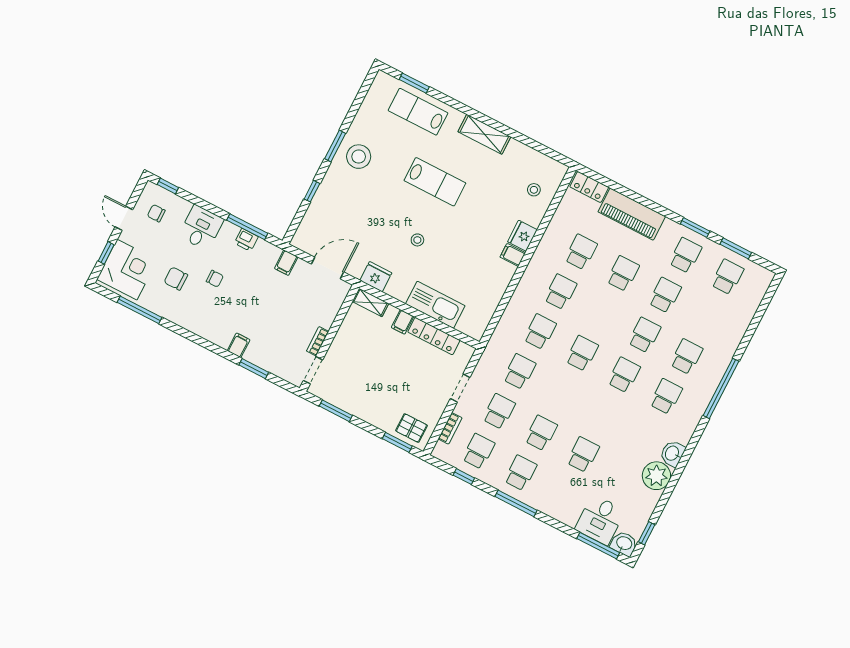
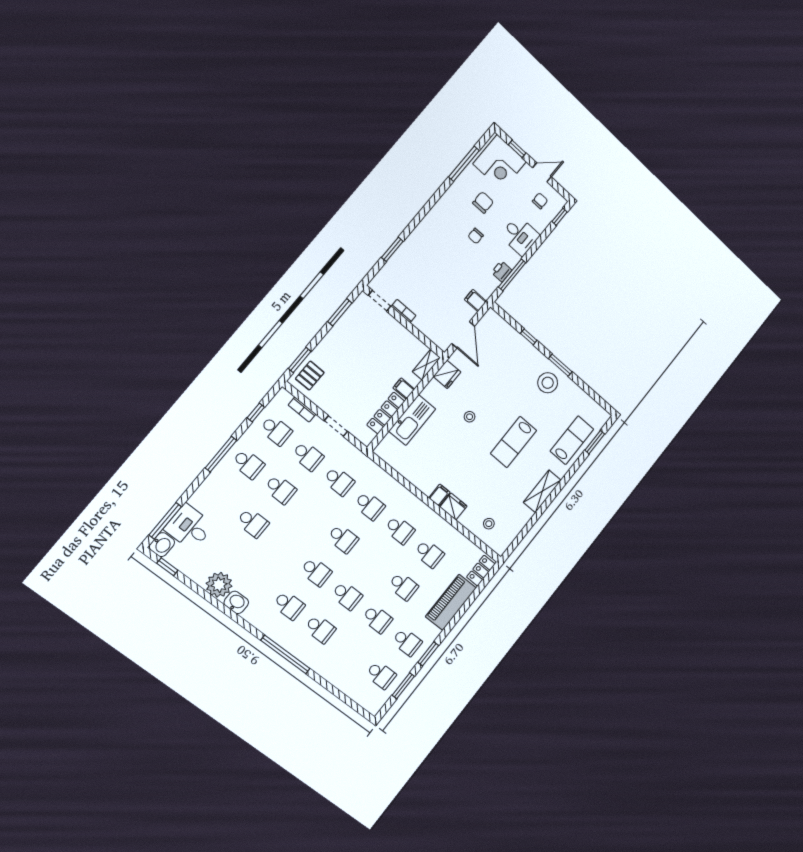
filing cabinet: (239, 345) -> (415, 241), removed

